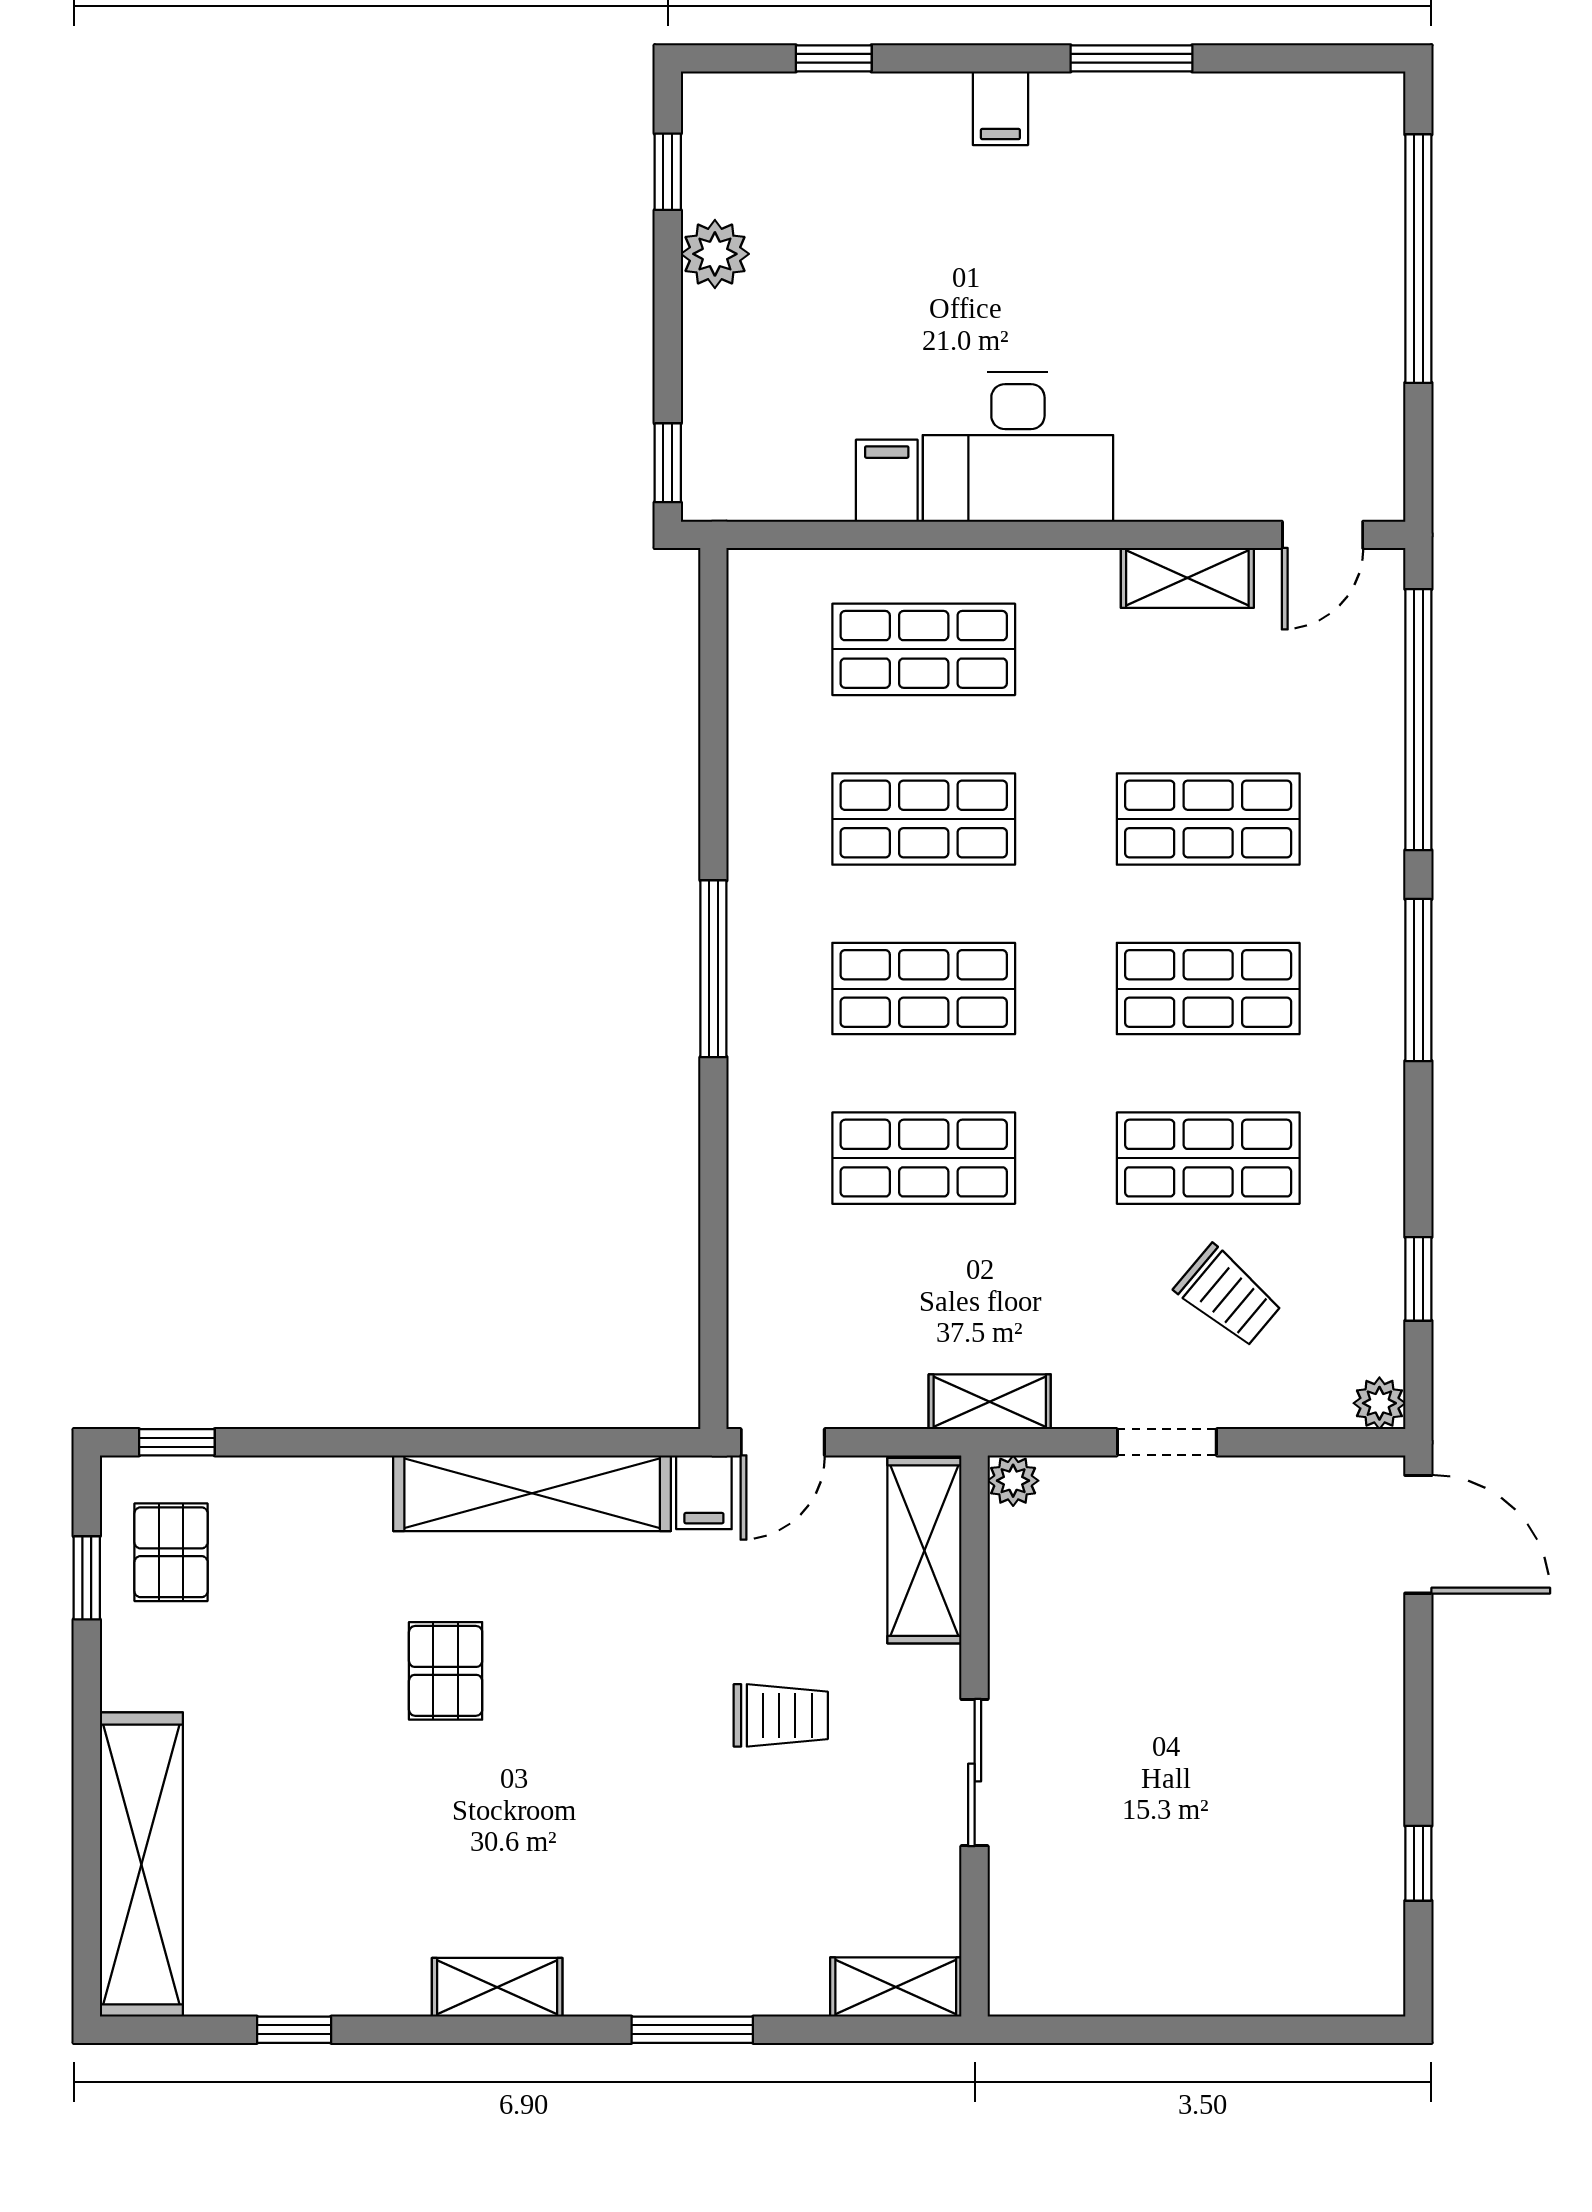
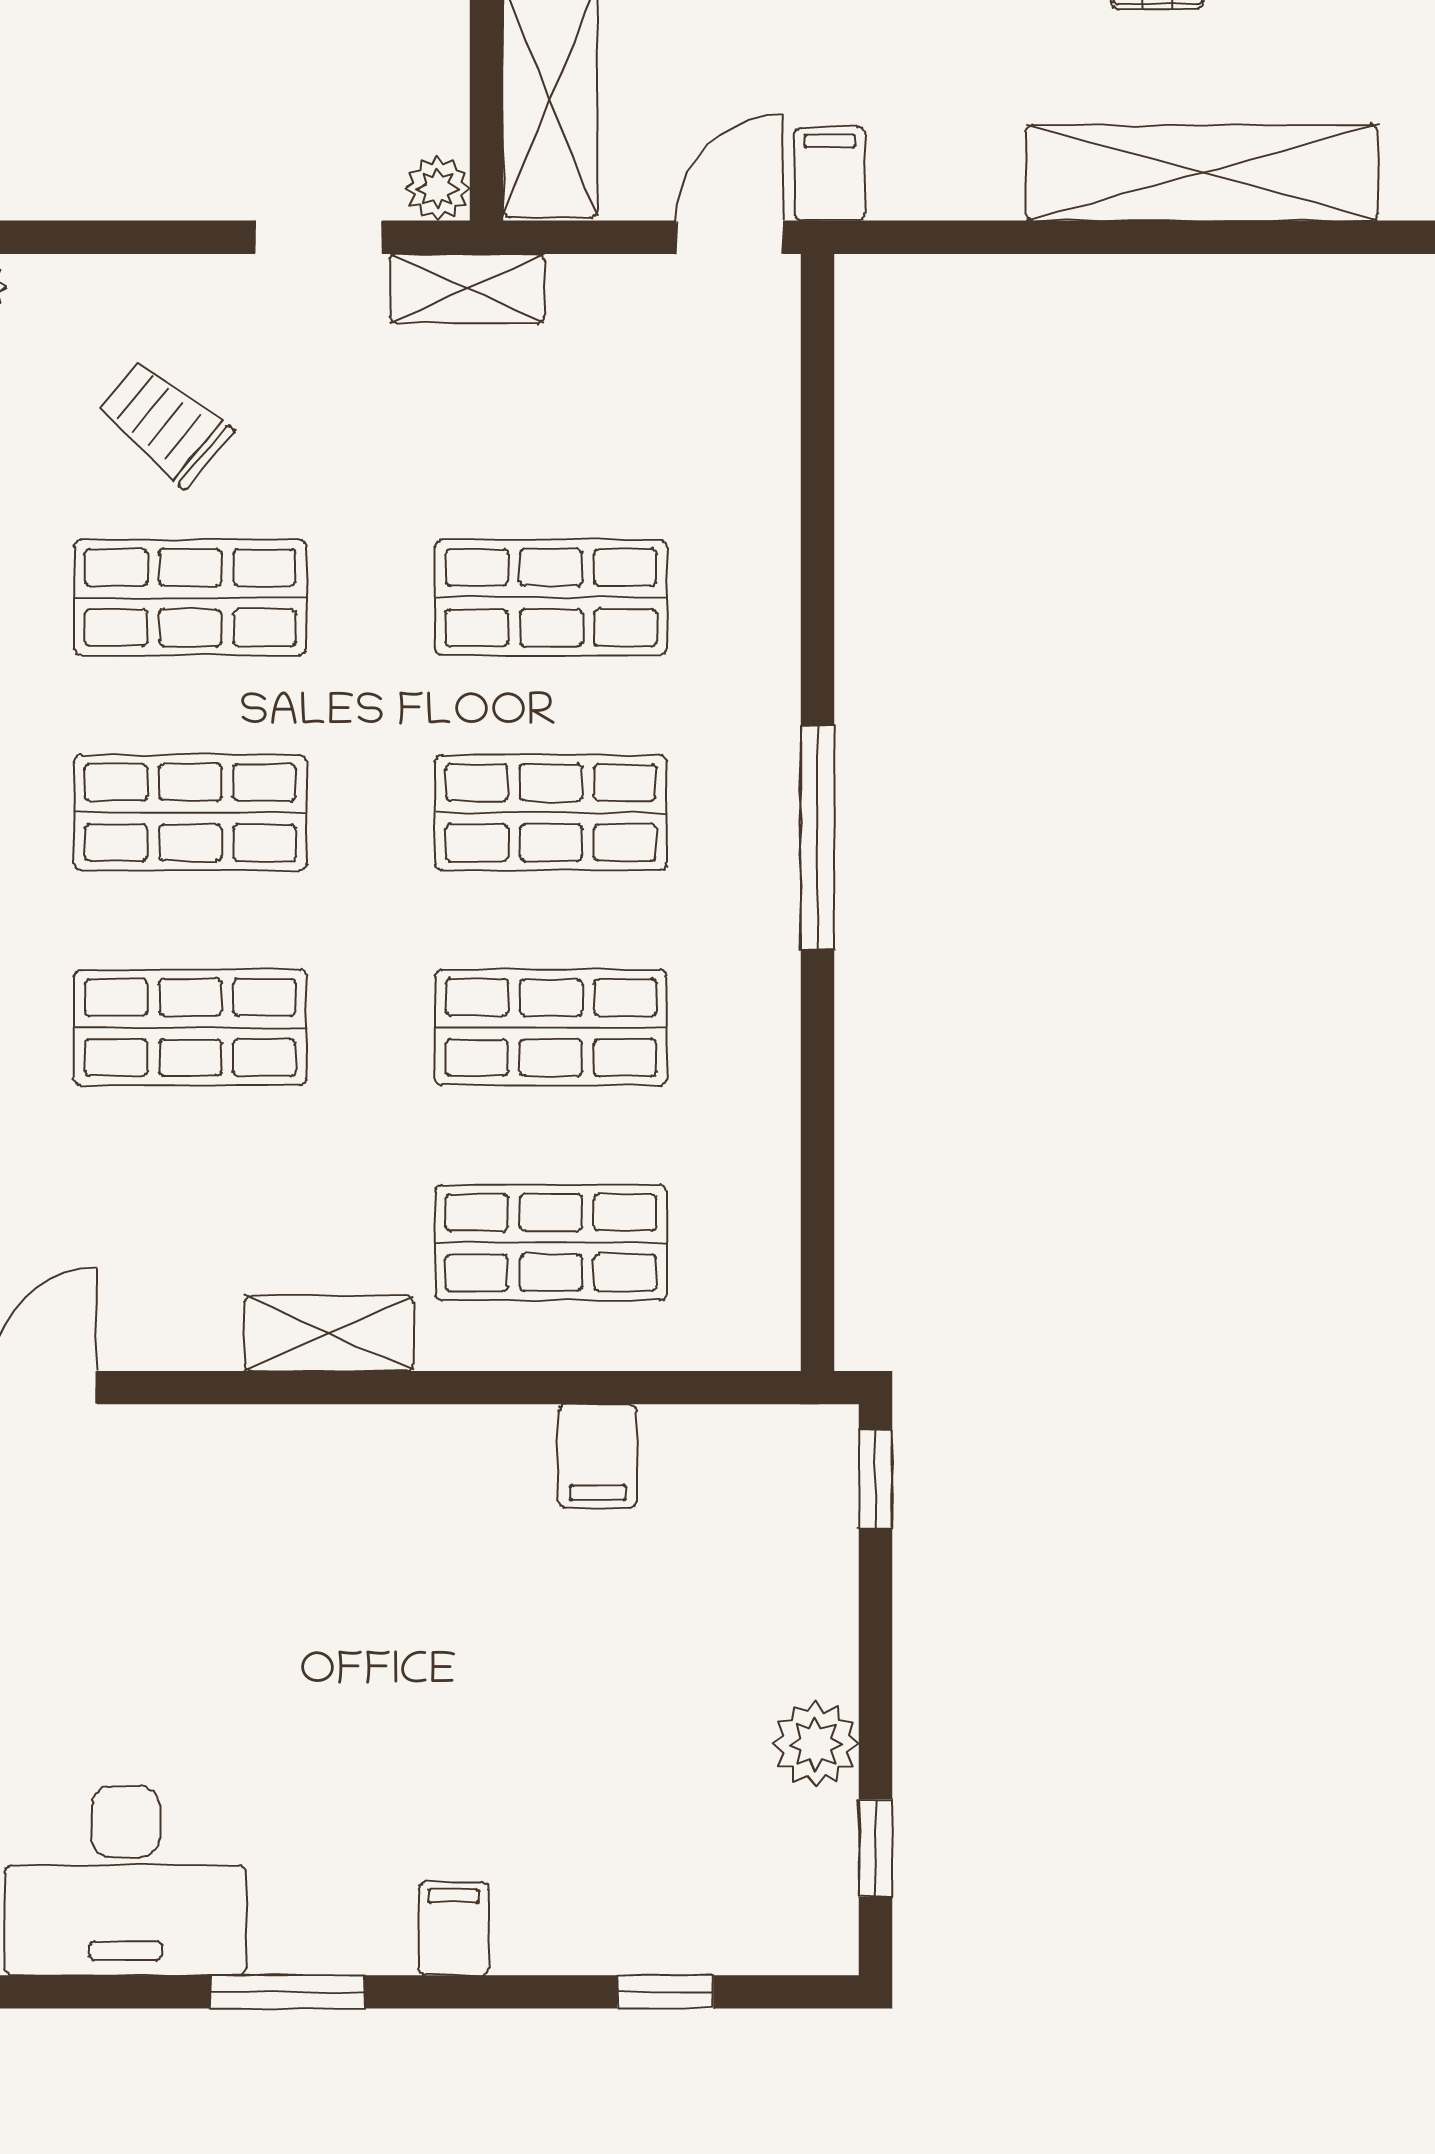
desk: (1018, 447) -> (125, 1880), moved, turned 180
shelving: (1187, 578) -> (329, 1333), moved
doorway: (1167, 1442) -> (318, 237), moved
shelving: (532, 1493) -> (1202, 173), moved

